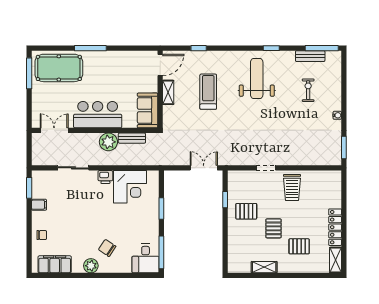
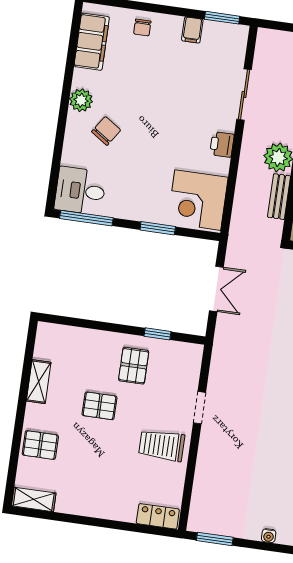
double door: (204, 168) -> (216, 289), moved
corner desk: (130, 187) -> (198, 200), moved
locker: (335, 227) -> (158, 516), moved, width x0.66
pallet: (299, 246) -> (40, 445), moved, turned 90

